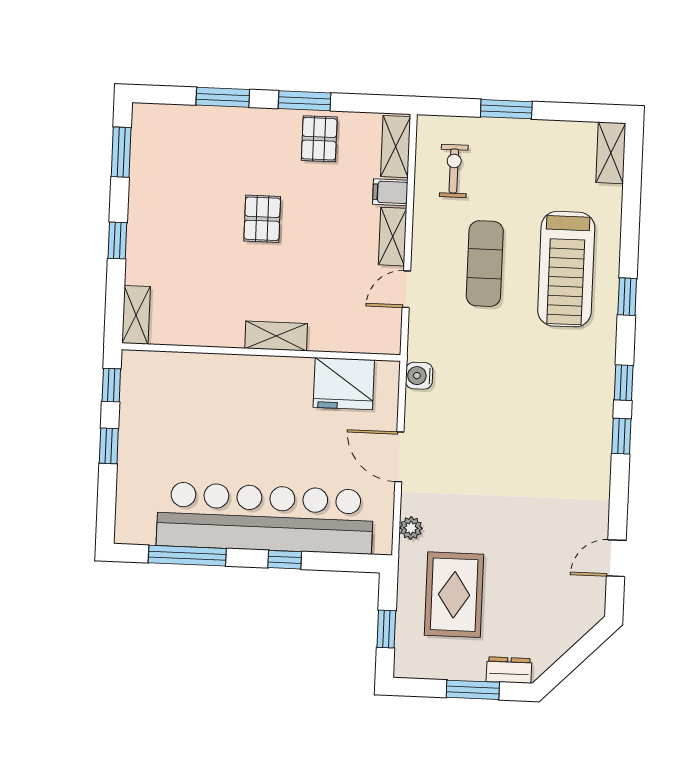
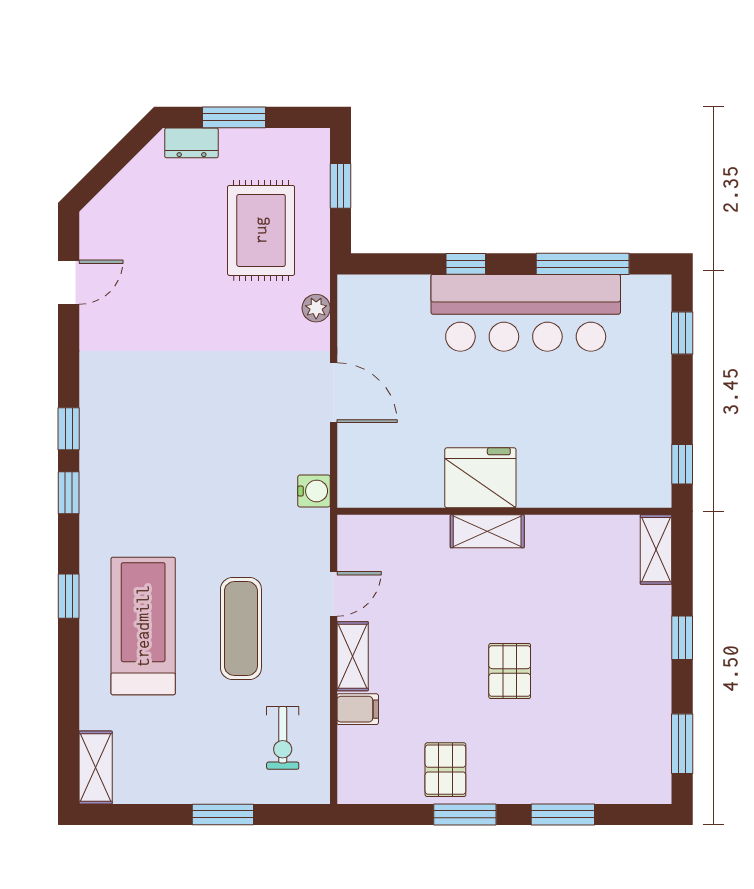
shelving: (396, 147) -> (354, 764), removed
fridge: (344, 384) -> (480, 478), moved
window: (109, 446) -> (682, 333), moved
bar counter: (265, 518) -> (526, 313), width x0.73

